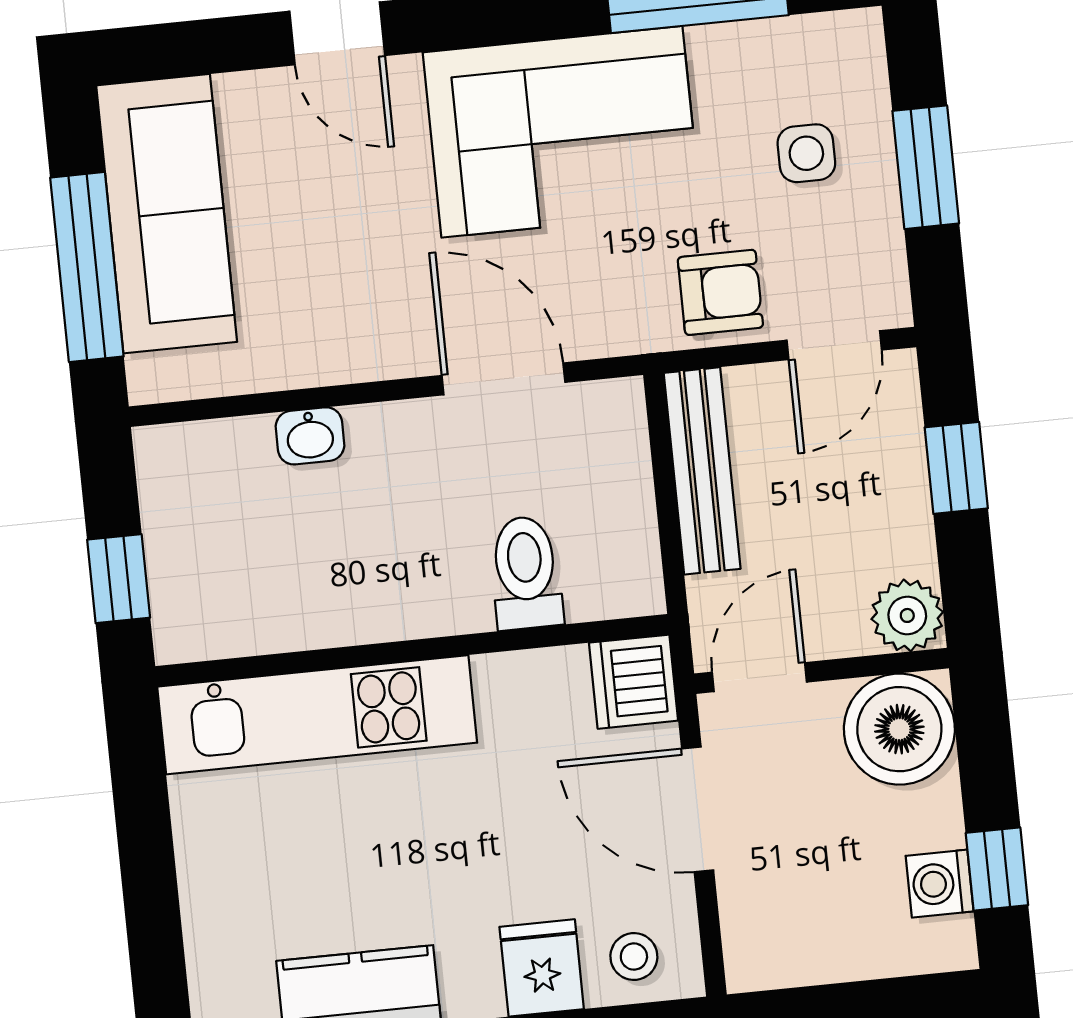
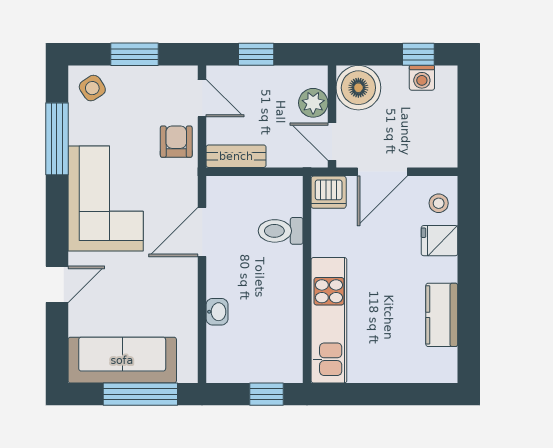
side table: (806, 153) -> (92, 88), moved, turned -33
bench: (702, 471) -> (236, 156), width x0.73
plant: (907, 615) -> (313, 103), moved

